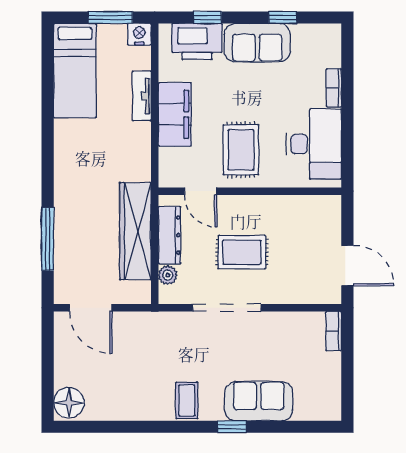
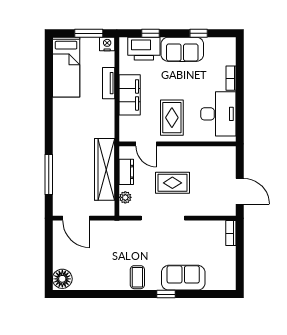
dresser: (169, 235) -> (126, 172), width x0.70

